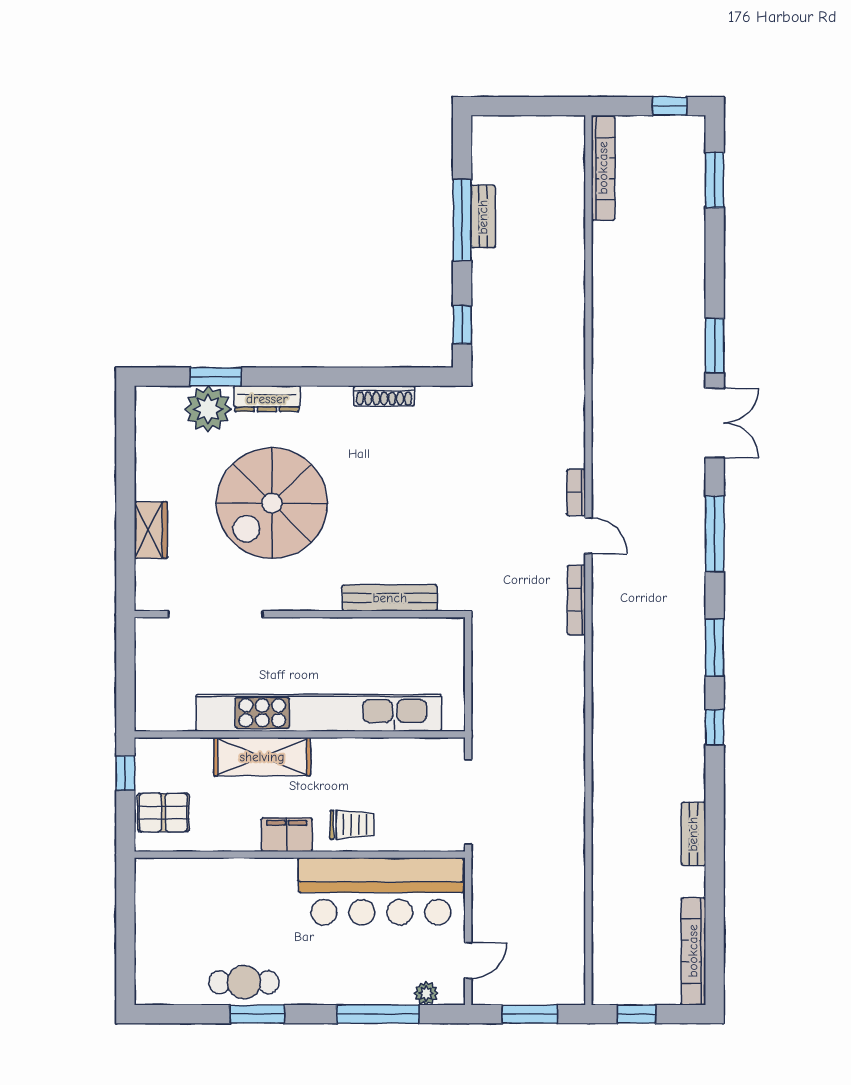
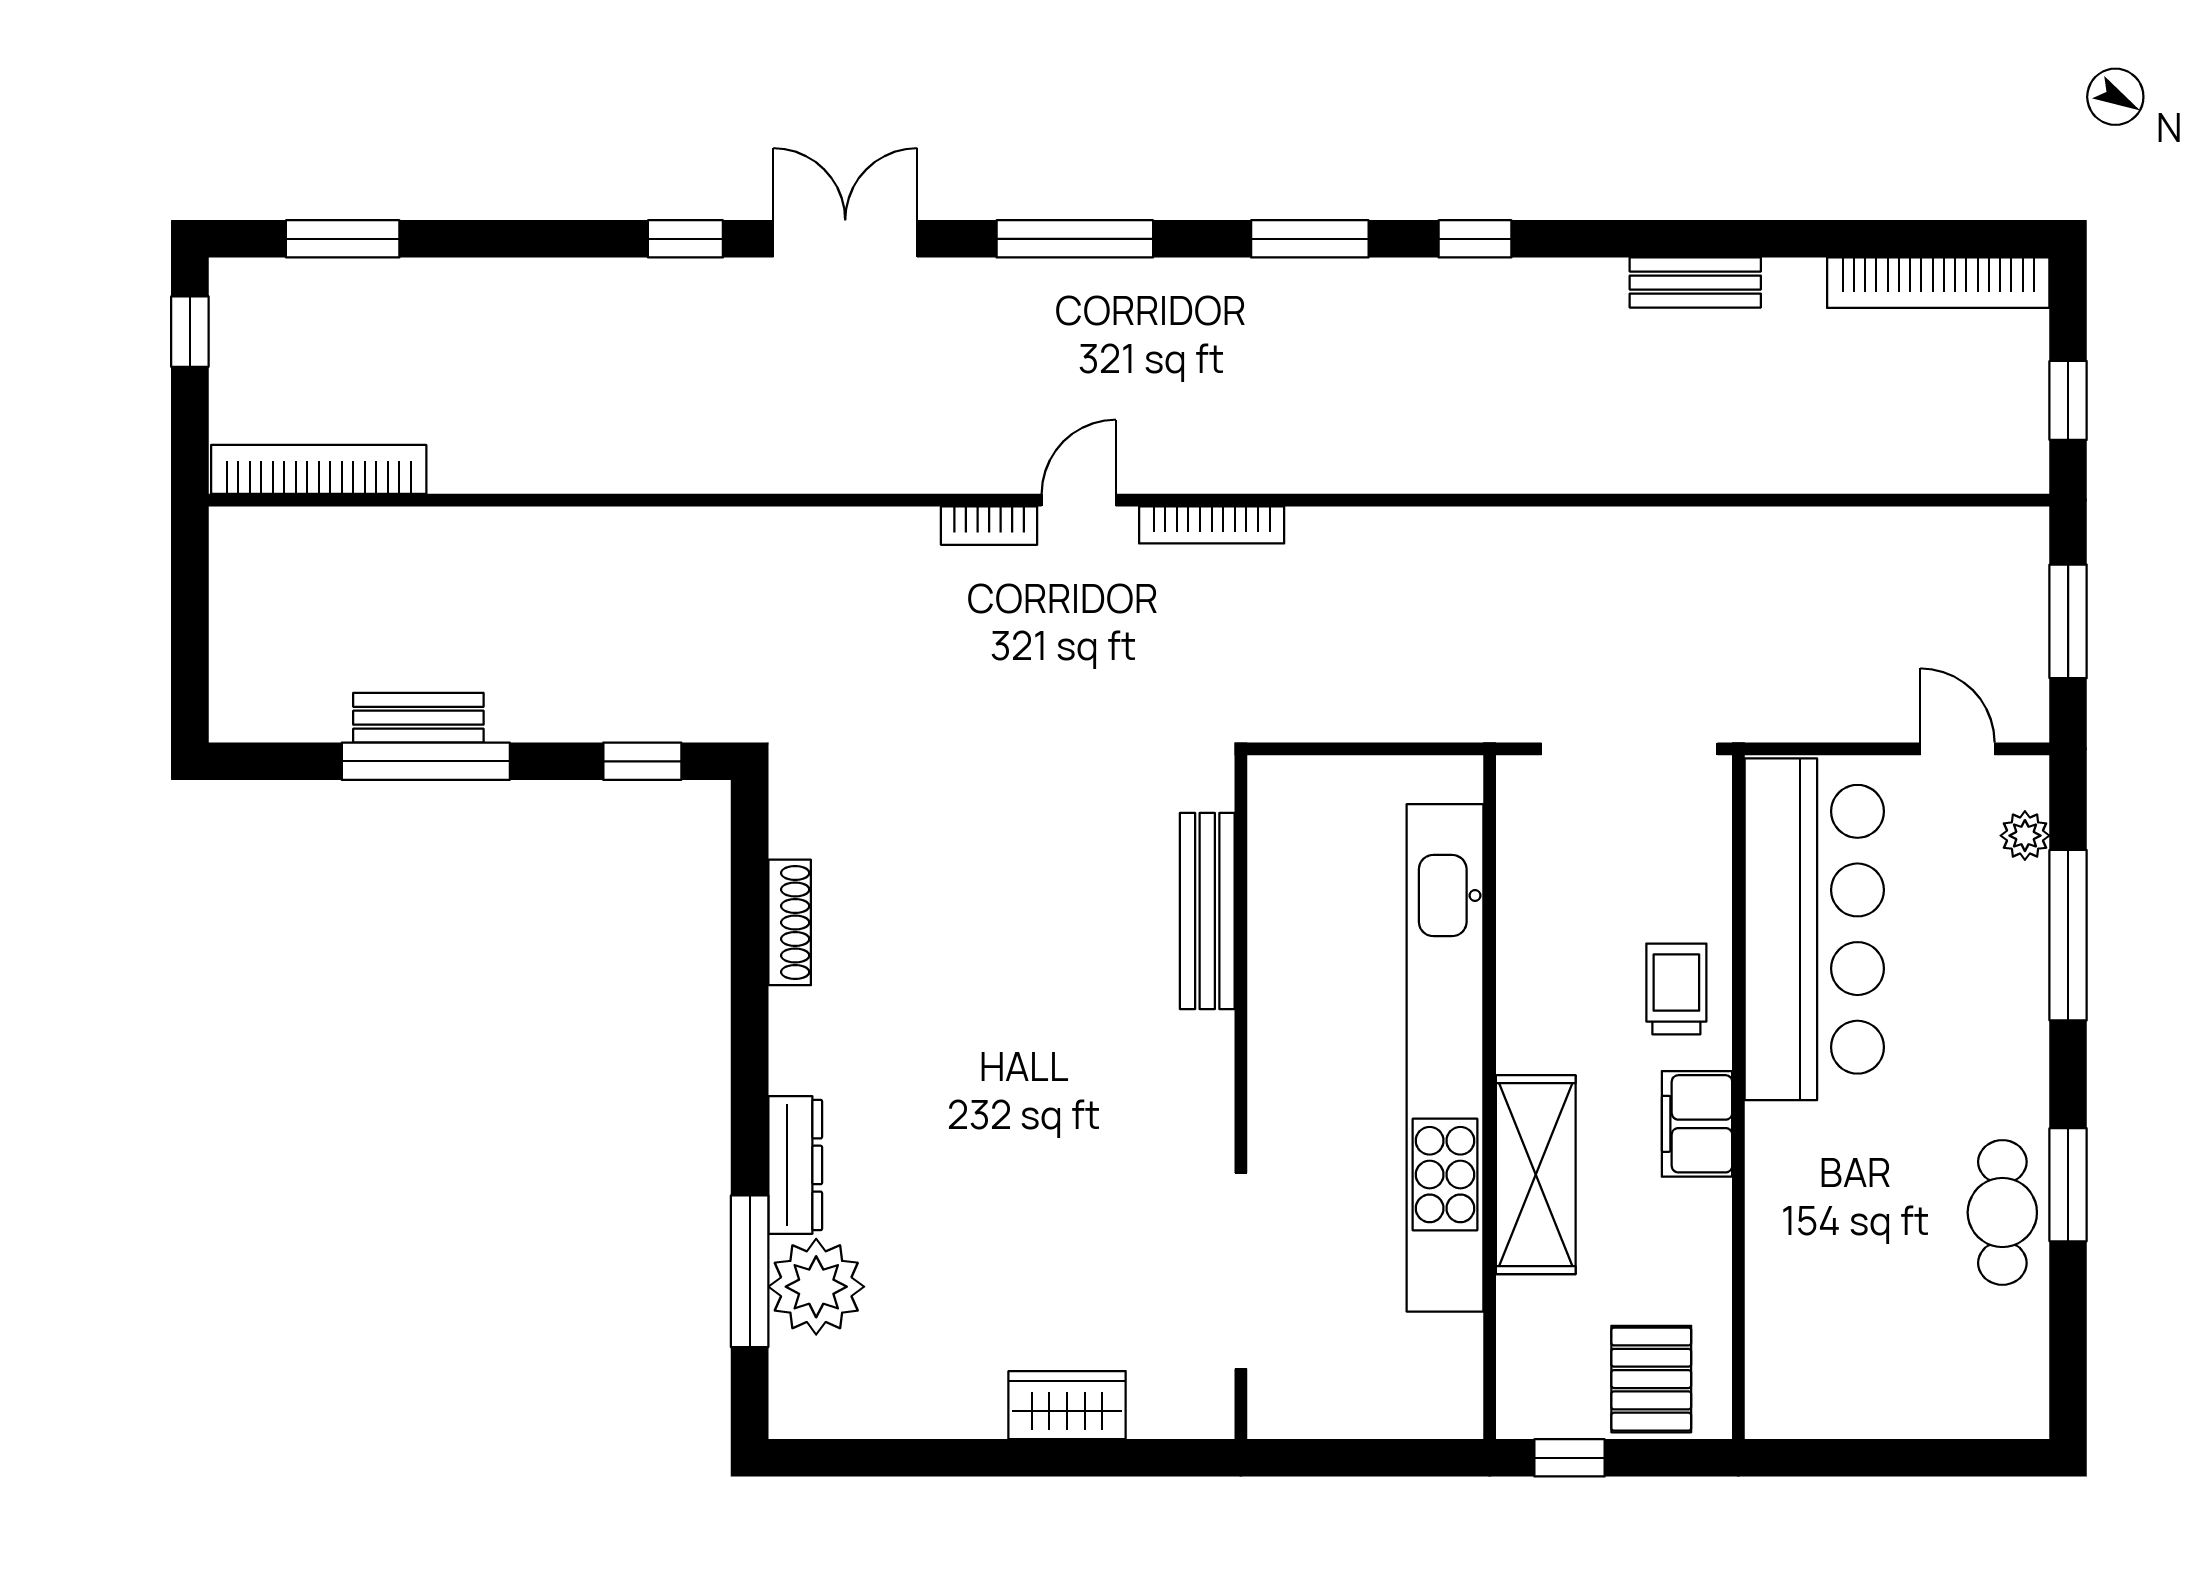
window: (715, 346) -> (685, 239), width x0.67
window: (216, 377) -> (750, 1271), width x1.44
spiral stairs: (272, 503) -> (1011, 1155), removed

